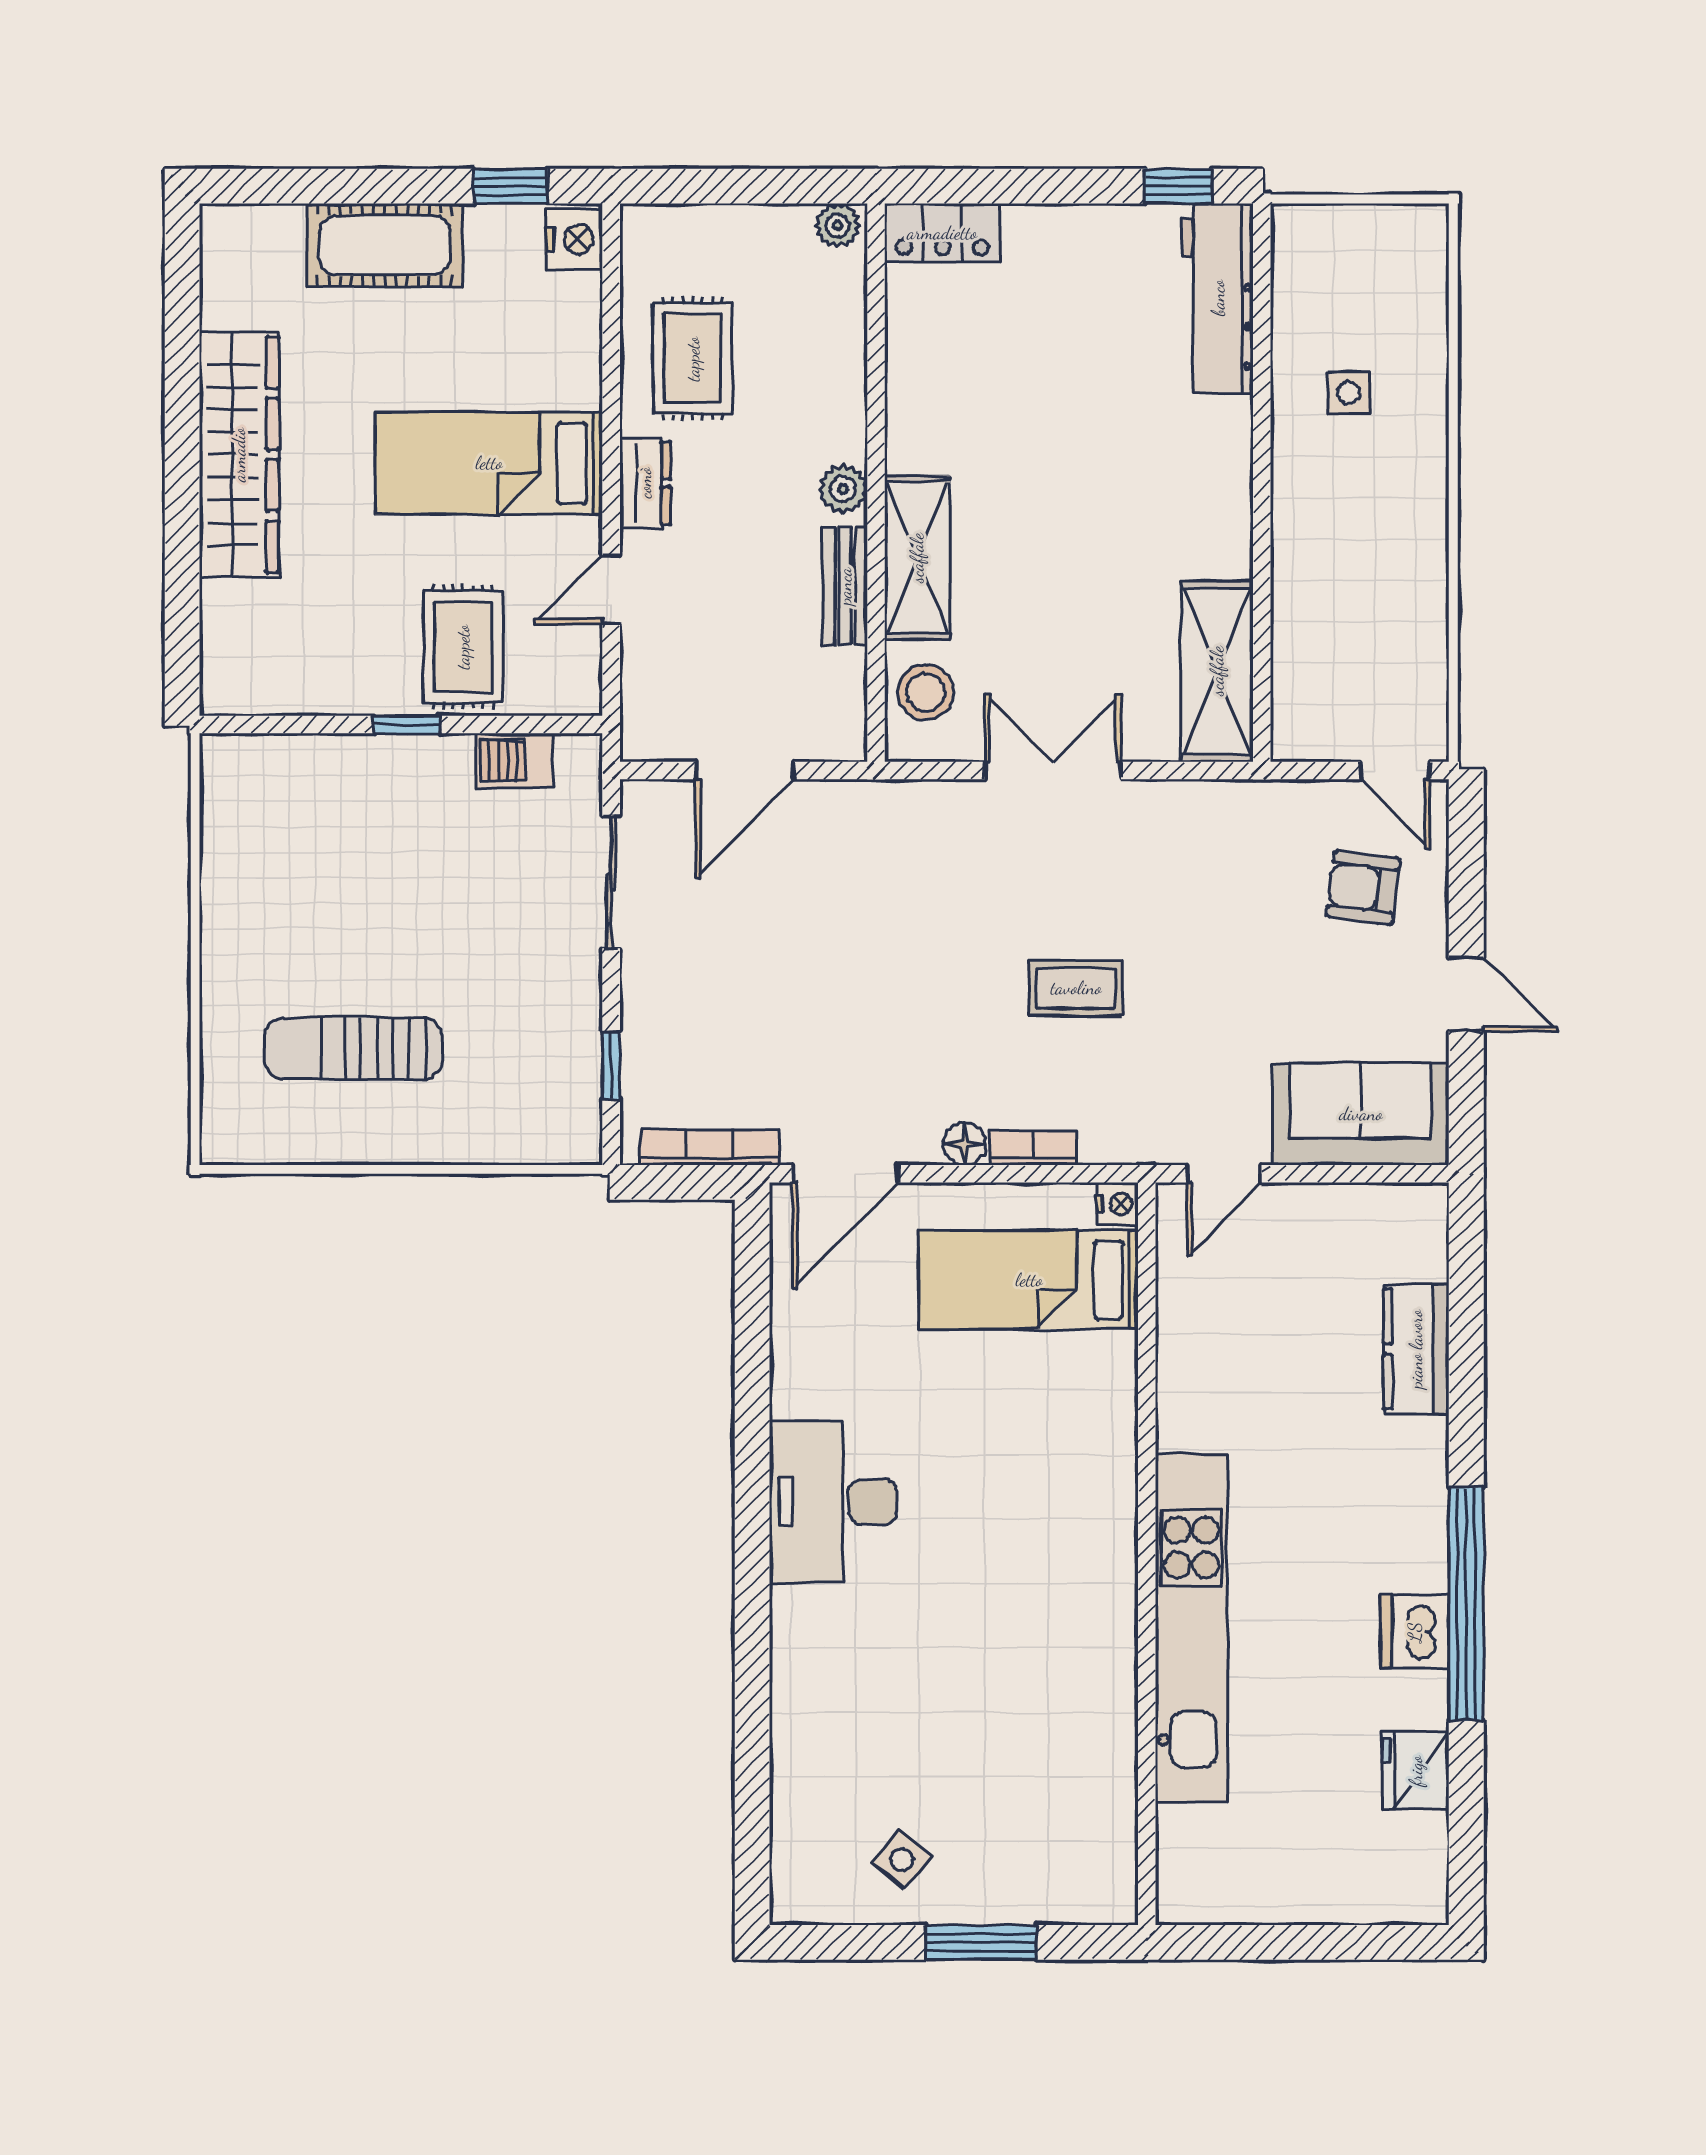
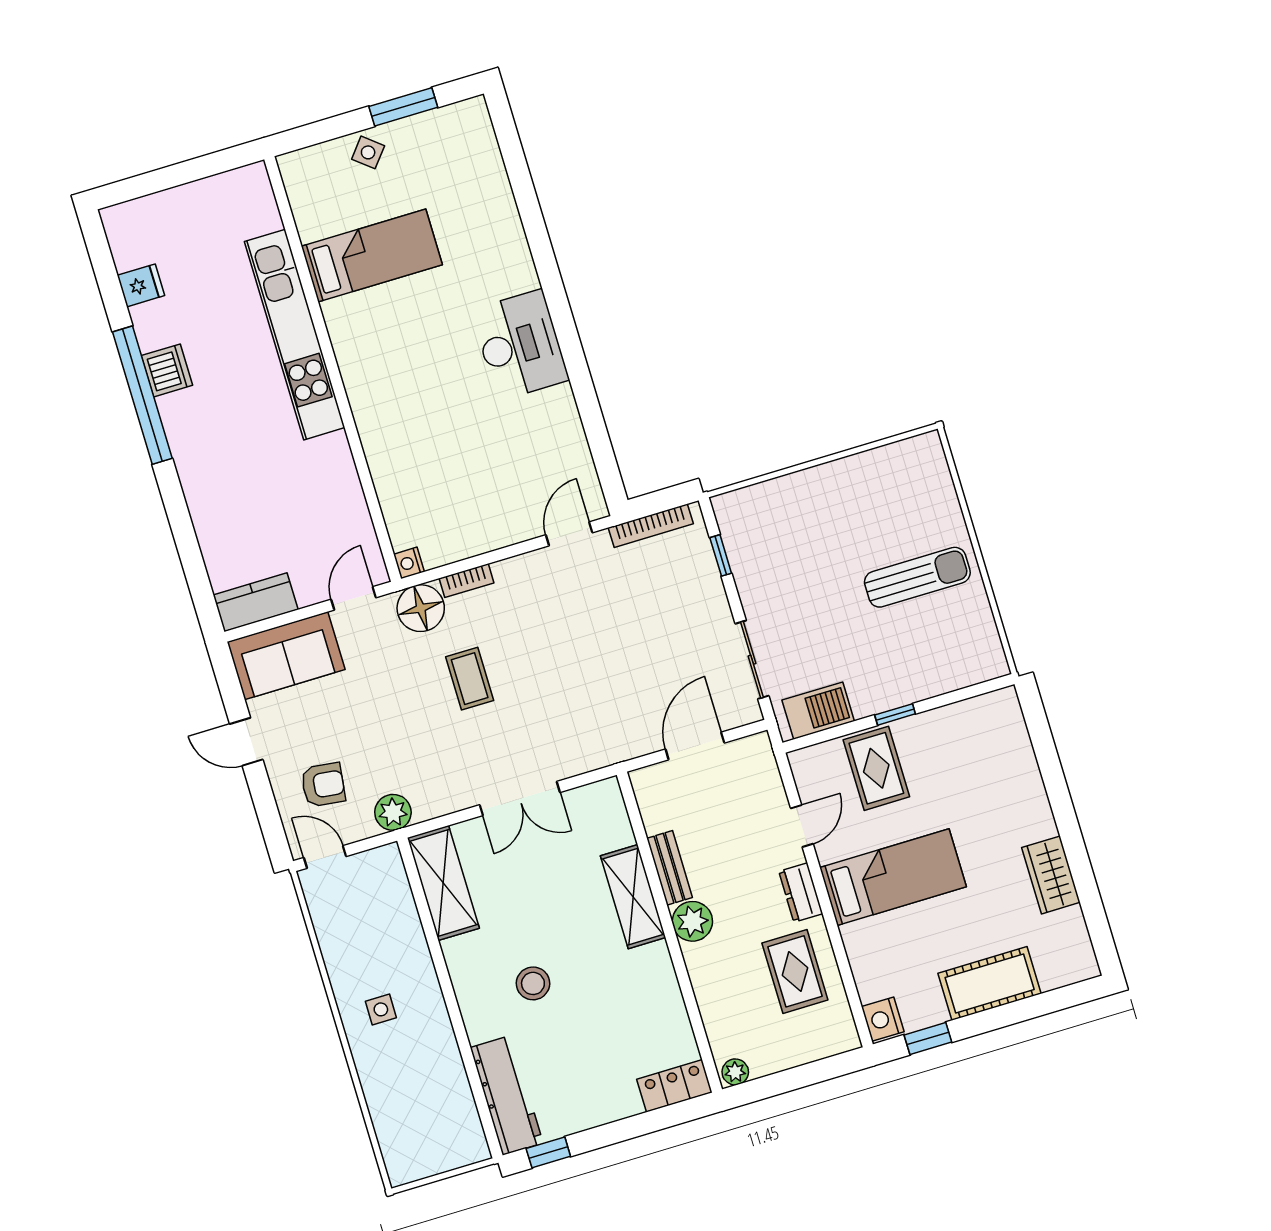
side table: (1349, 393) -> (381, 1009), moved
wardrobe: (239, 455) -> (1051, 875), width x0.48, depth x0.85
plant: (843, 489) -> (692, 921), width x1.38, depth x1.38
stool: (926, 692) -> (533, 983), moved
barbecue: (514, 761) -> (818, 711), width x1.38, depth x1.27
plant: (1264, 810) -> (393, 812), added
coffee table: (1076, 988) -> (470, 679), turned 90
sun lounger: (353, 1048) -> (917, 577), moved
floor lamp: (965, 1144) -> (421, 608), moved, width x1.89, depth x1.89
door: (845, 1174) -> (569, 534), width x0.73
bed: (1029, 1280) -> (372, 256), moved
kitchen counter: (1416, 1349) -> (256, 602), moved, turned -90
fridge: (1416, 1771) -> (141, 285), width x0.72
side table: (902, 1859) -> (368, 152), moved
window: (981, 1942) -> (403, 107), moved

